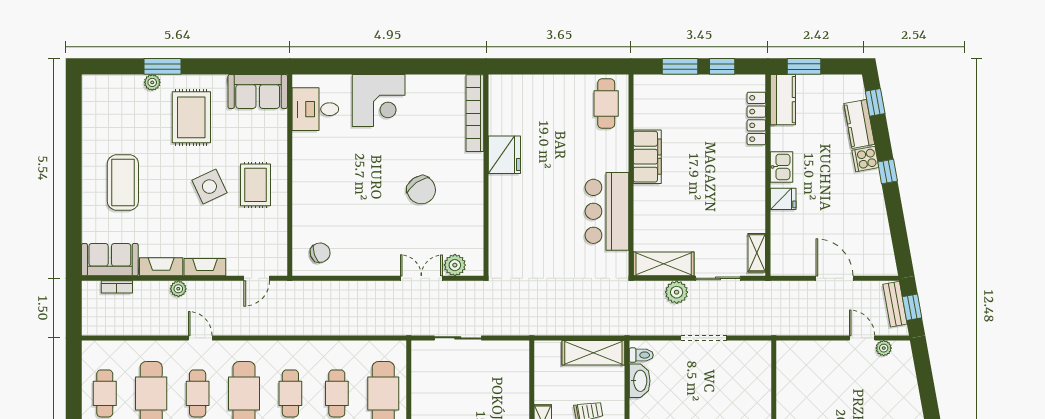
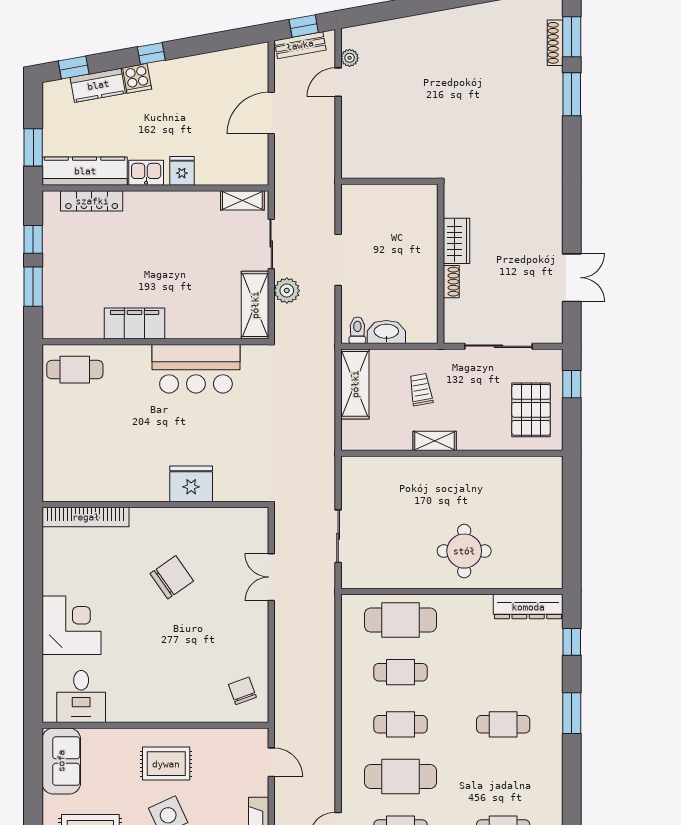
kitchen counter: (783, 100) -> (85, 171), width x1.50
fridge: (504, 155) -> (191, 484), moved
plant: (455, 265) -> (256, 540), removed

